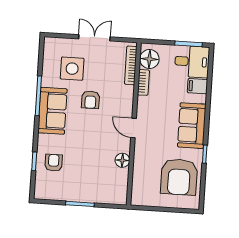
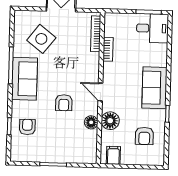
floor lamp: (149, 59) -> (110, 121), moved
side table: (72, 69) -> (41, 39), turned 38
filing cabinet: (198, 86) -> (113, 155), moved, turned 90
armchair: (90, 100) -> (64, 103), moved
armchair: (179, 177) -> (144, 136), width x0.53, depth x0.53

